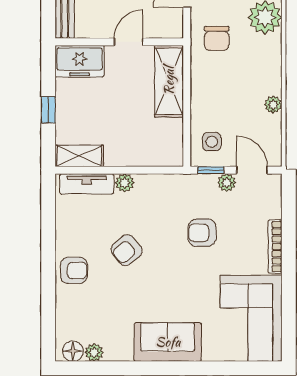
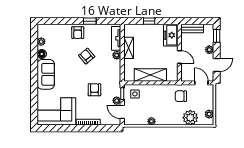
shelving: (169, 81) -> (150, 75), moved
shelving: (79, 156) -> (129, 48), moved
door: (252, 170) -> (122, 112), swing flipped
window: (48, 243) -> (90, 21), added
floor lamp: (73, 351) -> (42, 54), moved

